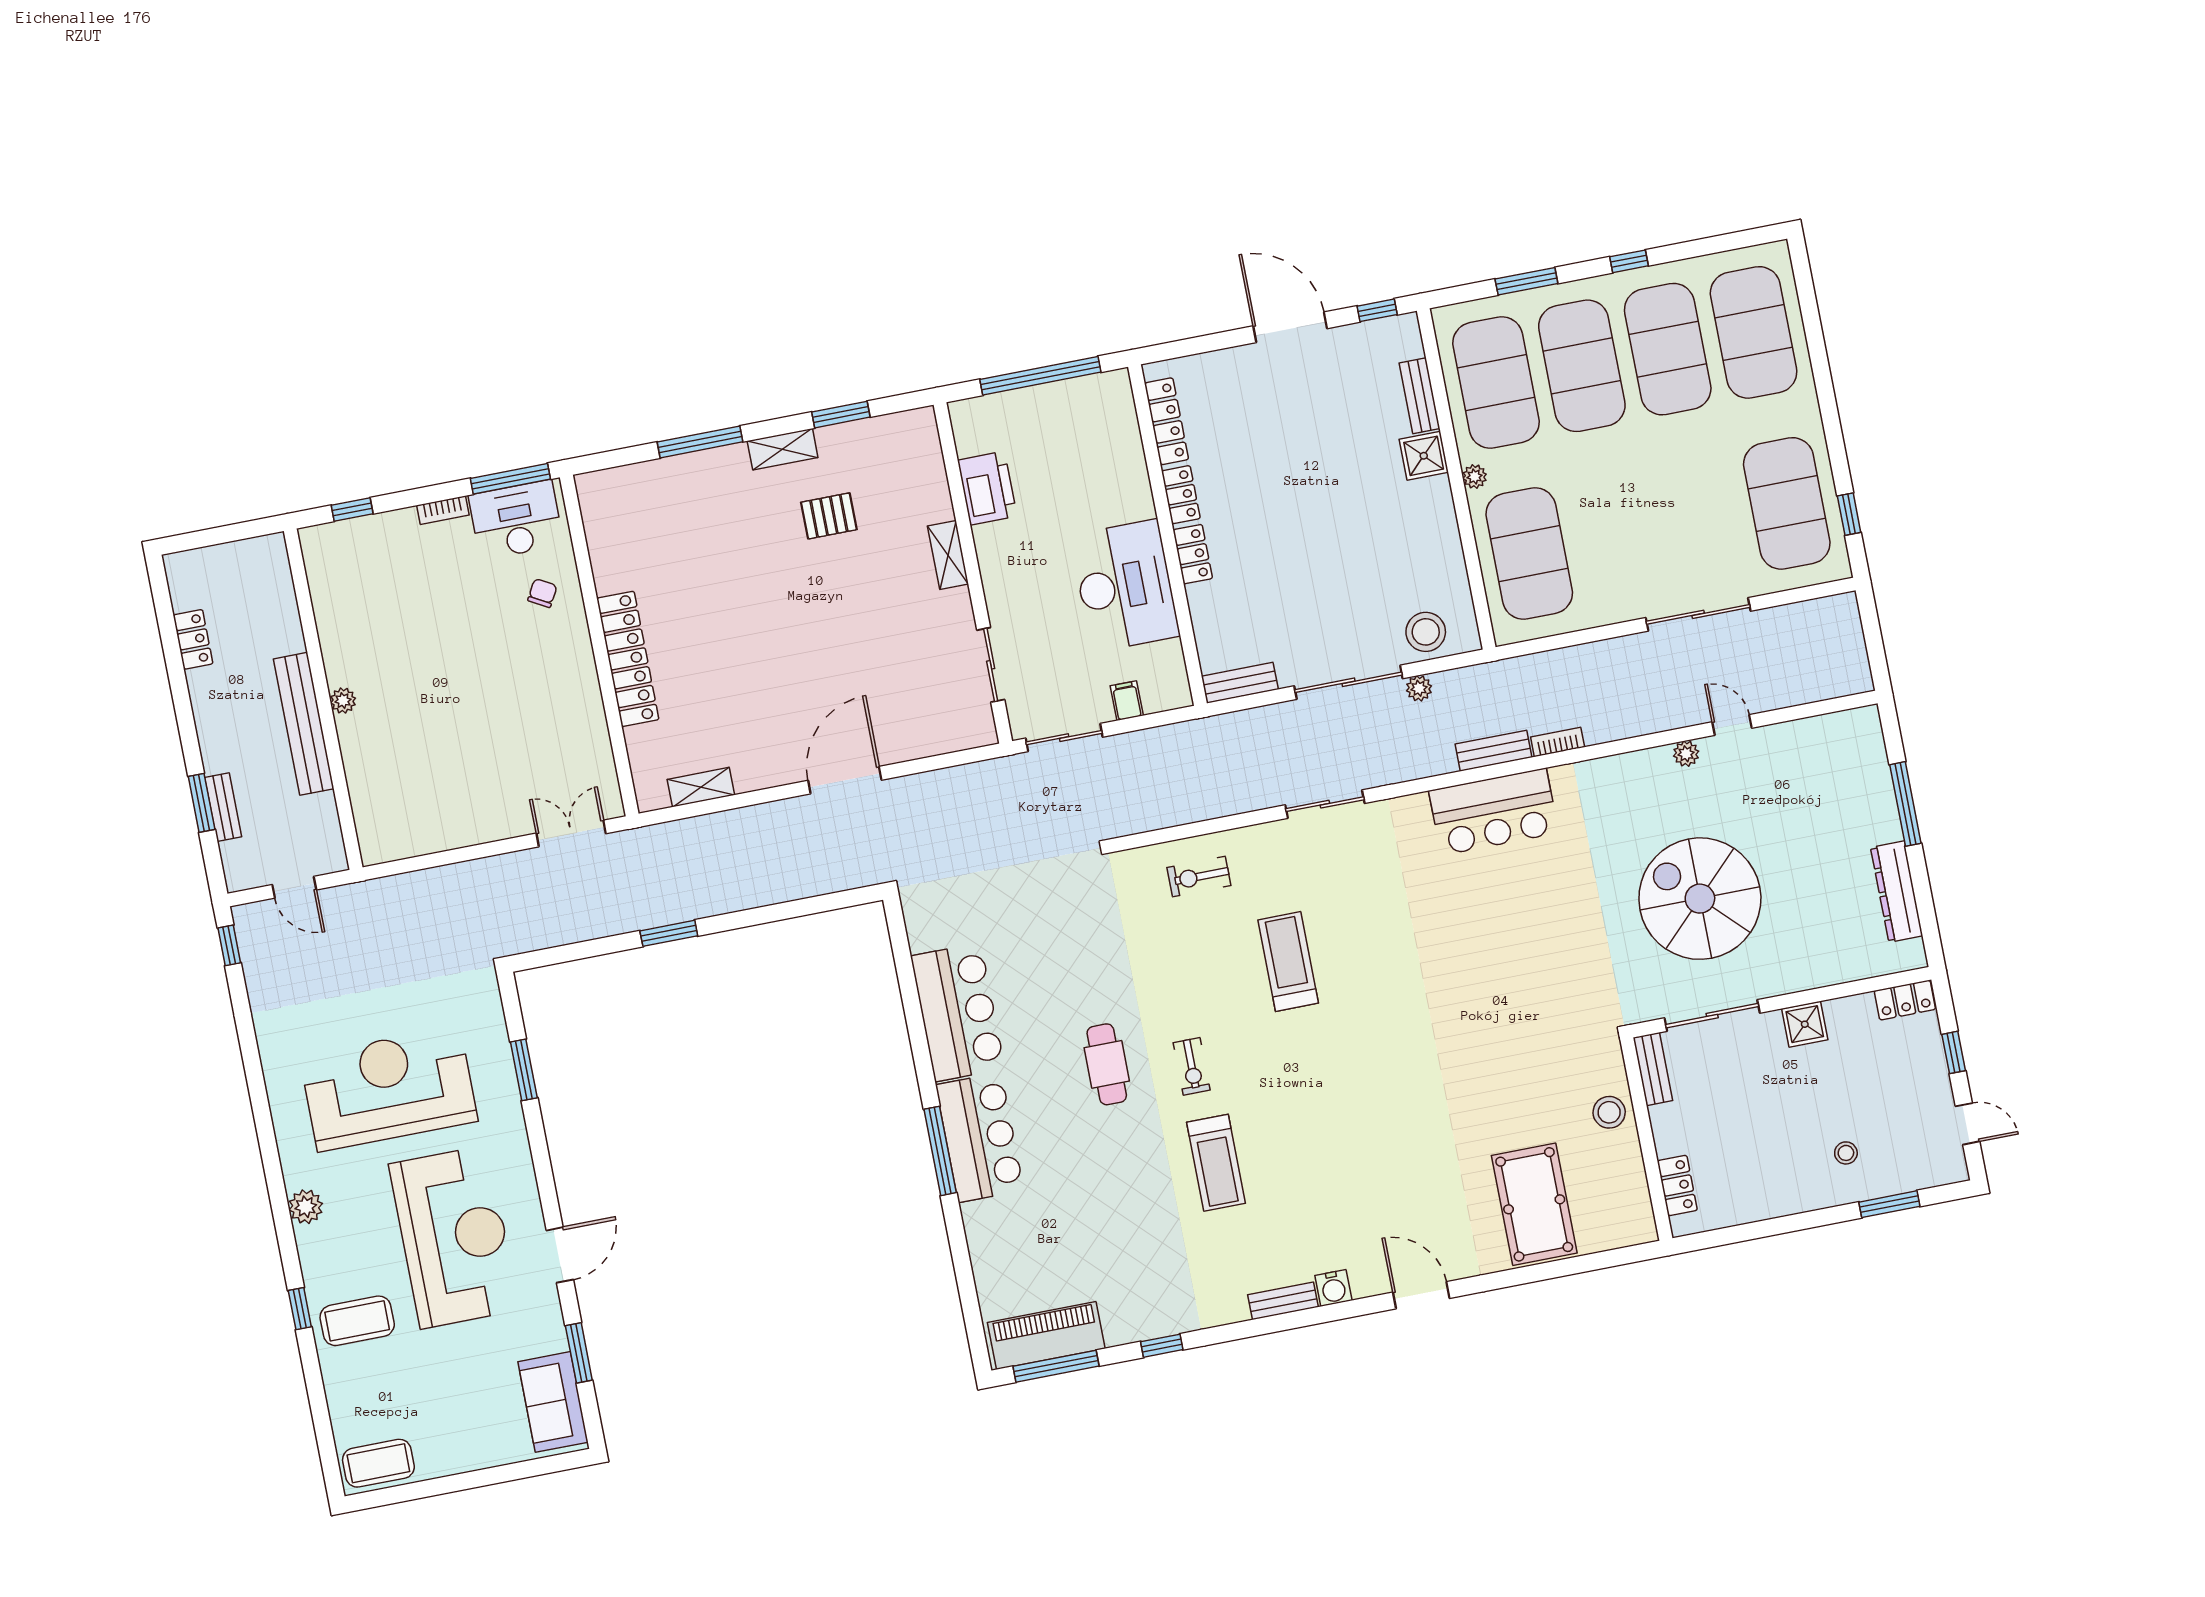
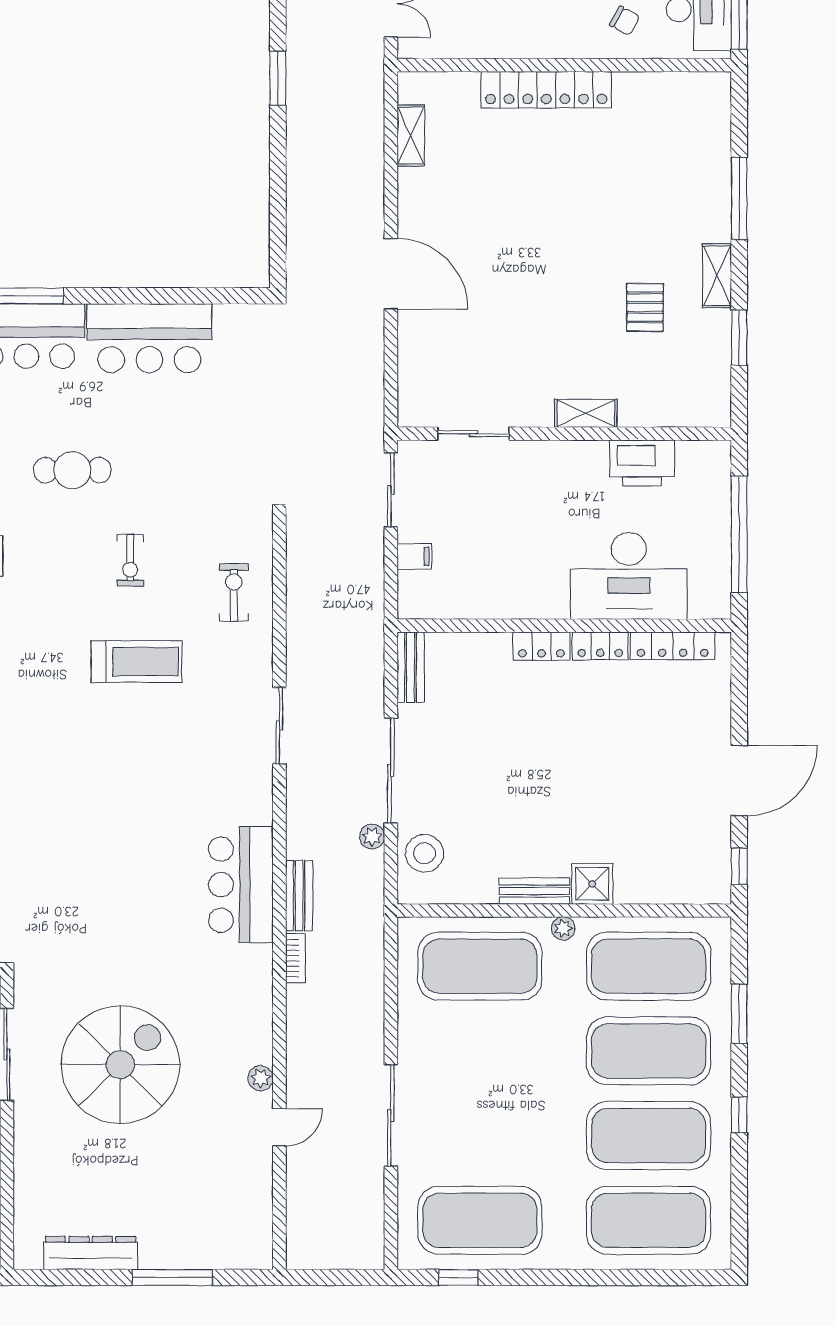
bench: (1419, 396) -> (534, 891), moved
desk: (1125, 586) -> (629, 576), moved
exercise bike: (1192, 1066) -> (130, 560), moved, turned -90

